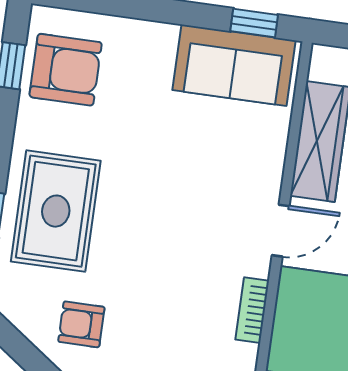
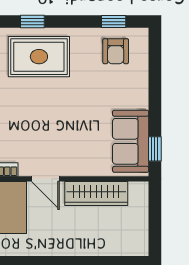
armchair: (66, 70) -> (116, 51), width x0.72, depth x0.72

